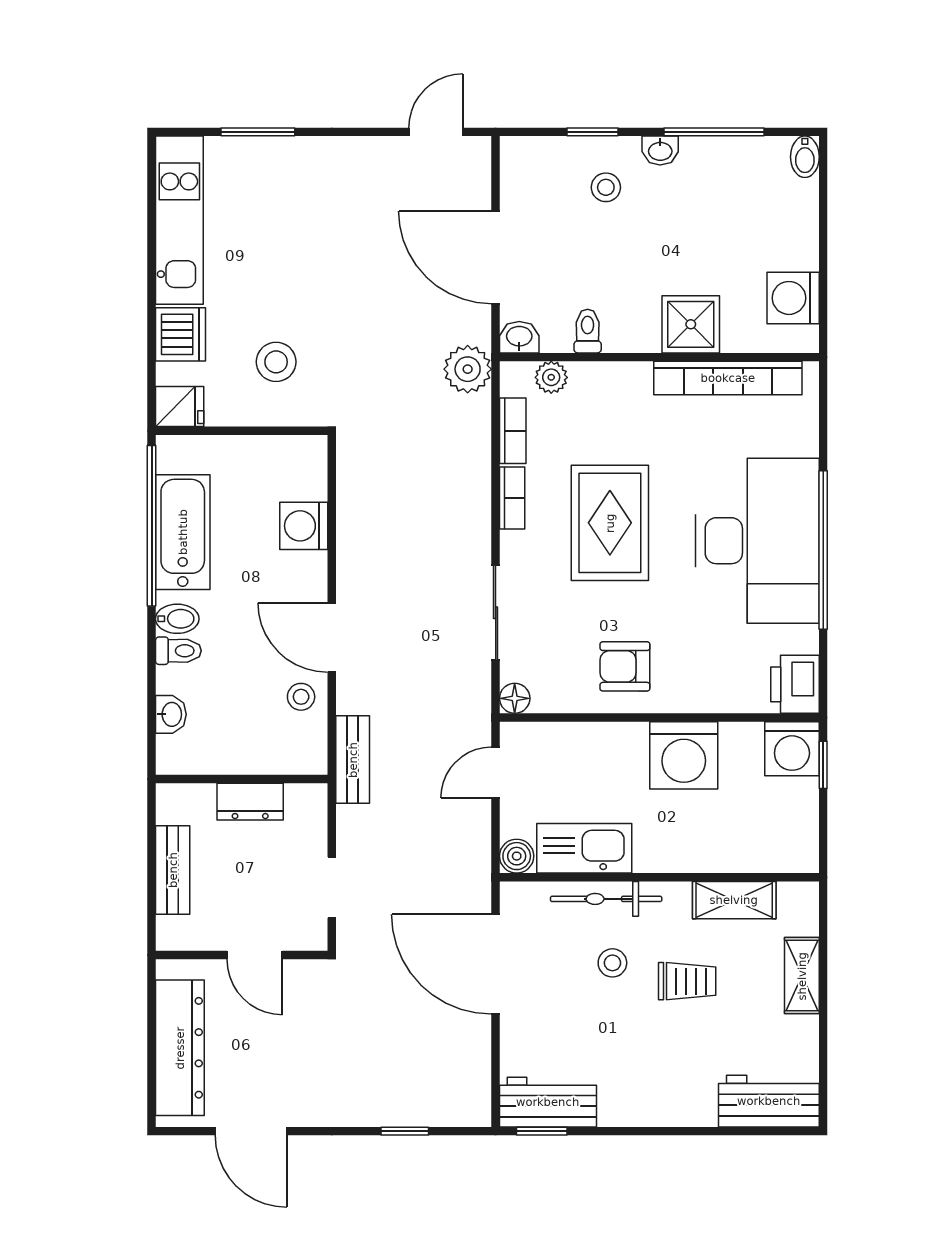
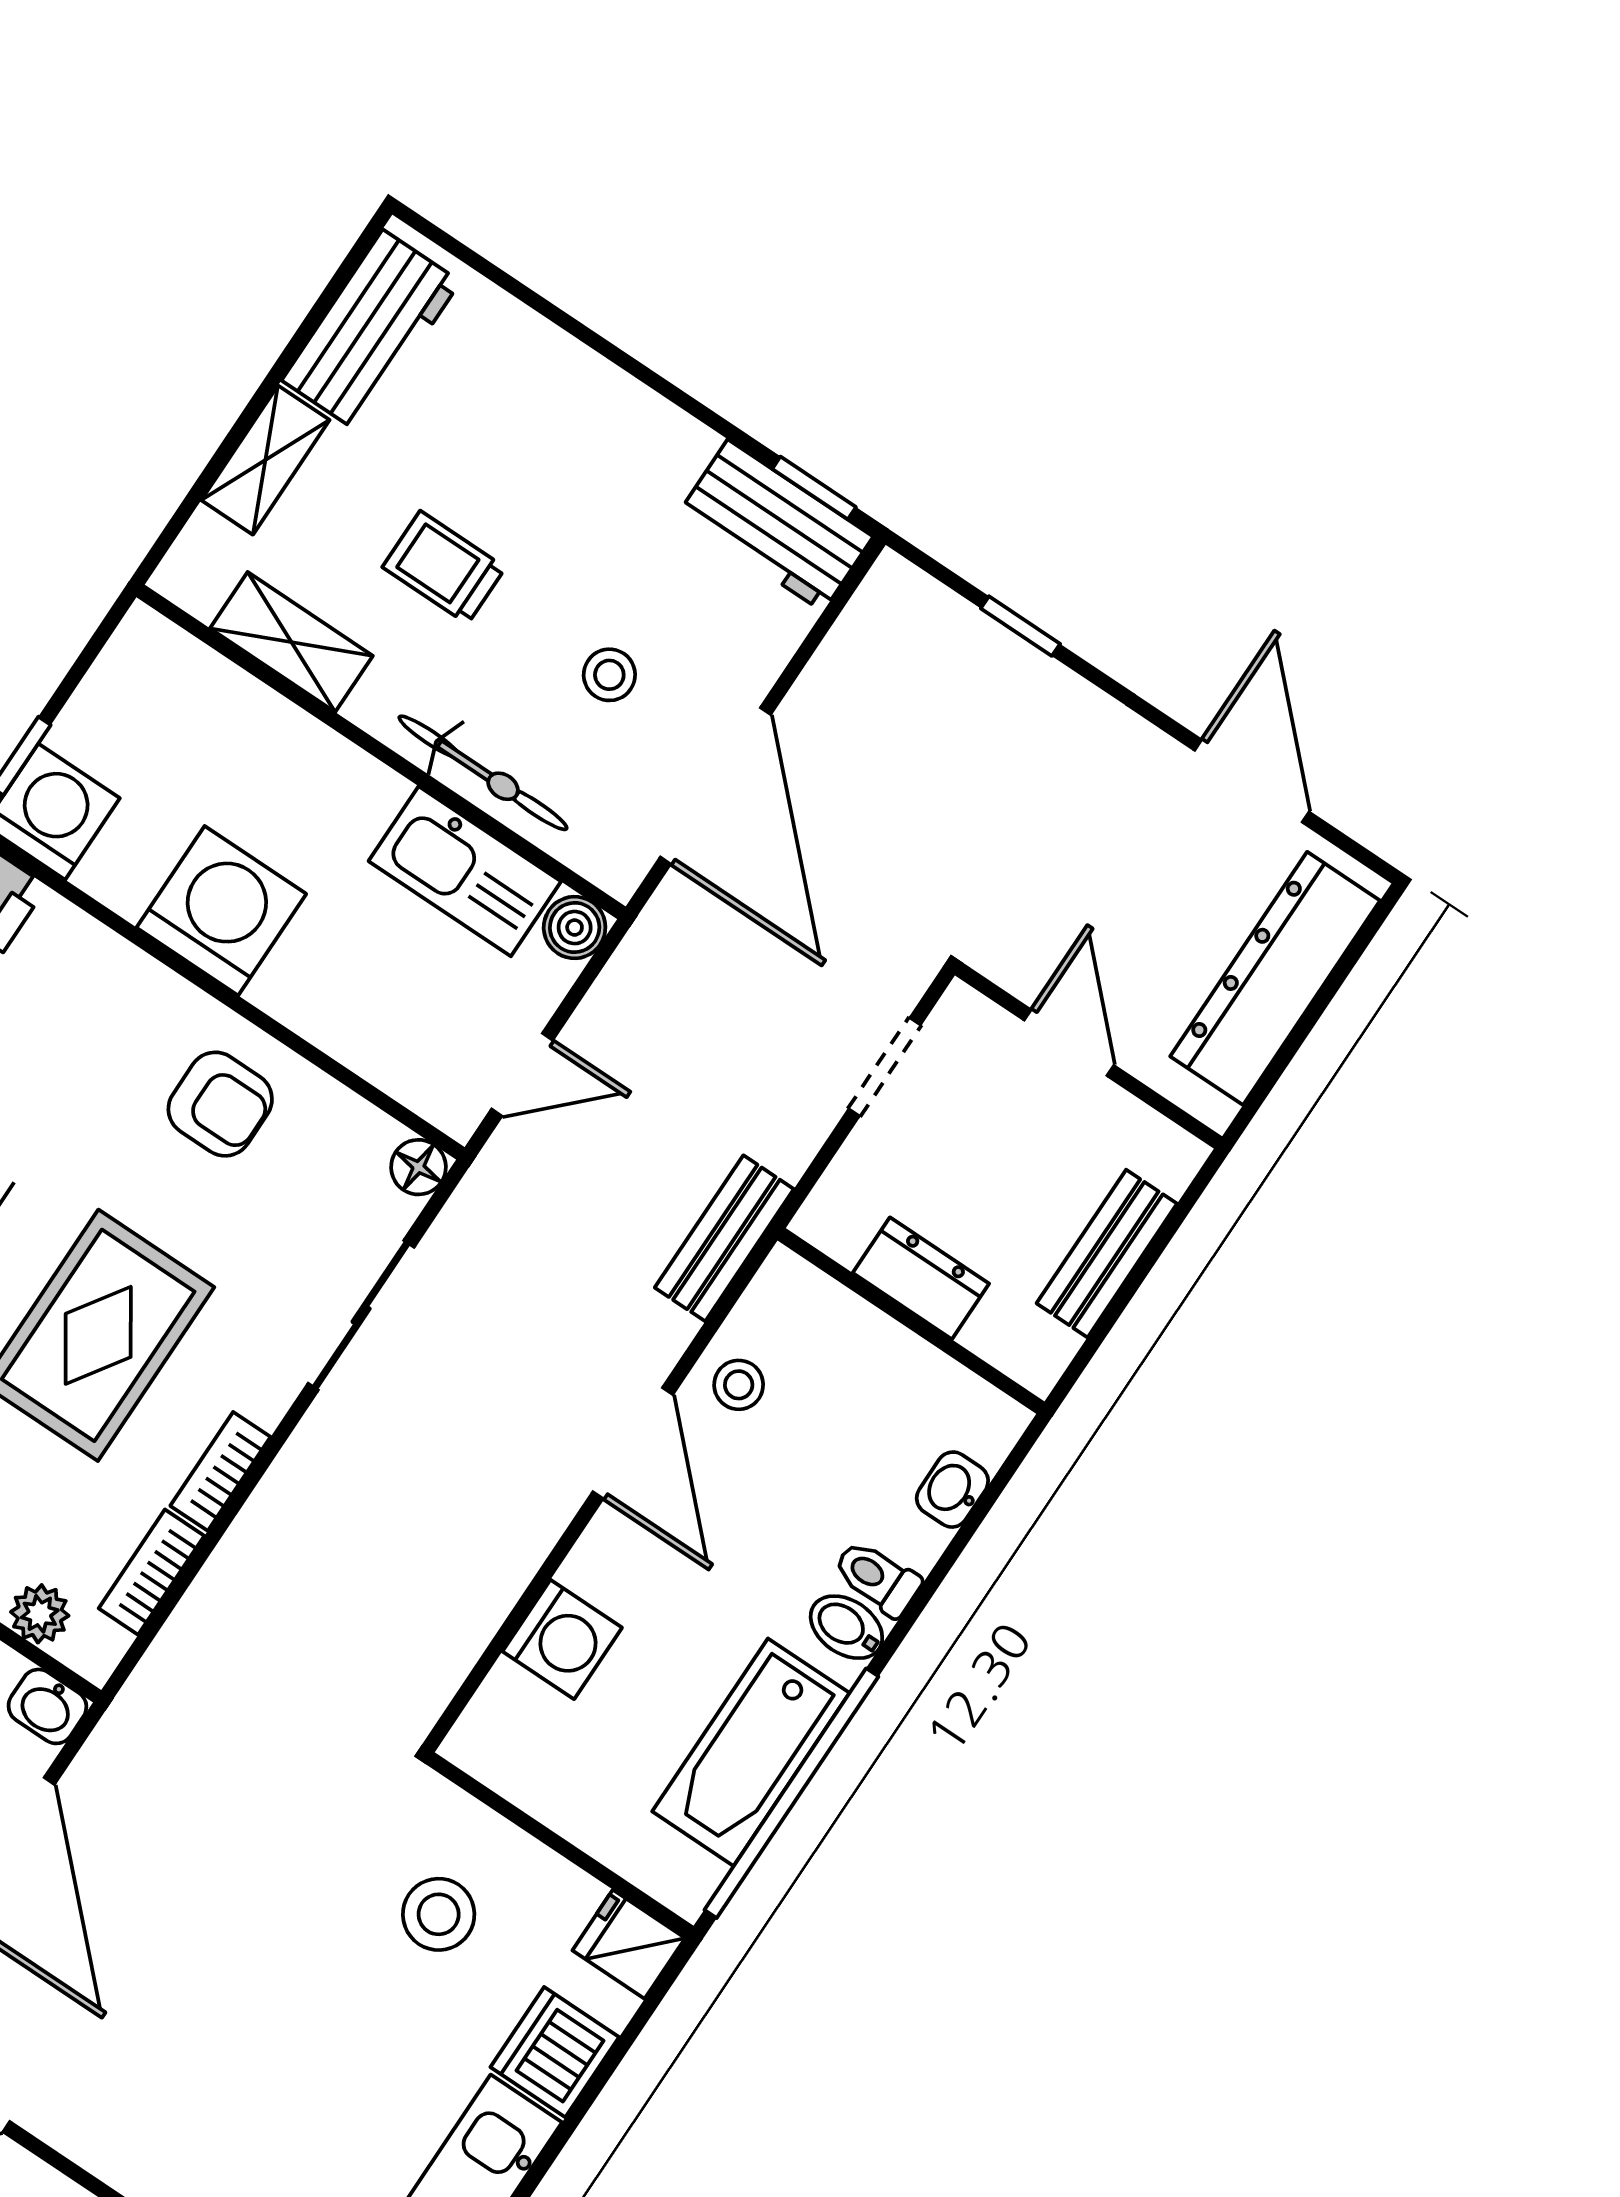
plant: (468, 369) -> (157, 1710), removed
stool: (612, 963) -> (609, 675), moved
workbench: (769, 1101) -> (371, 331), moved, turned -90

